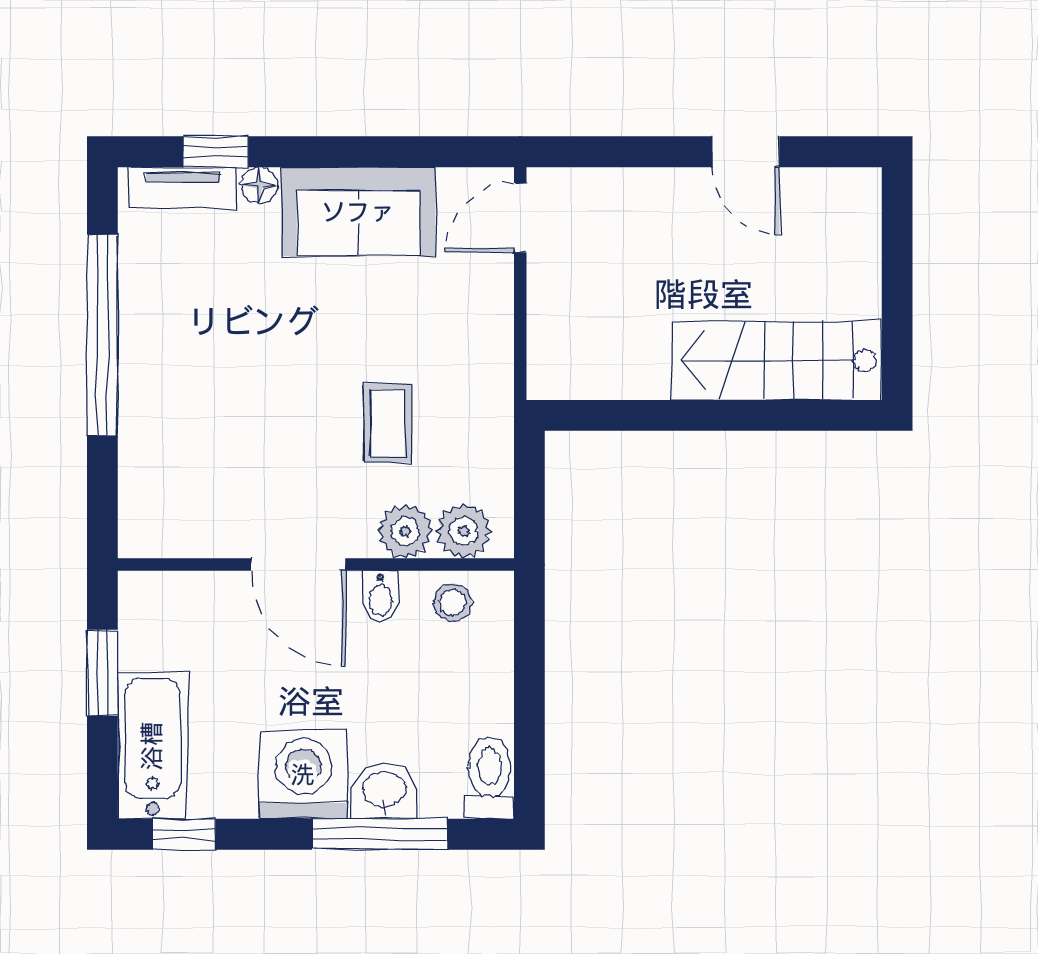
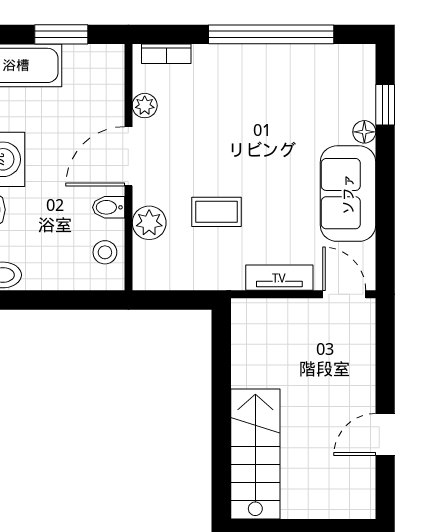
tv unit: (183, 188) -> (279, 278), moved, turned 90
bookcase: (134, 504) -> (166, 54), added
plant: (464, 531) -> (145, 106), moved, width x0.73, depth x0.73

